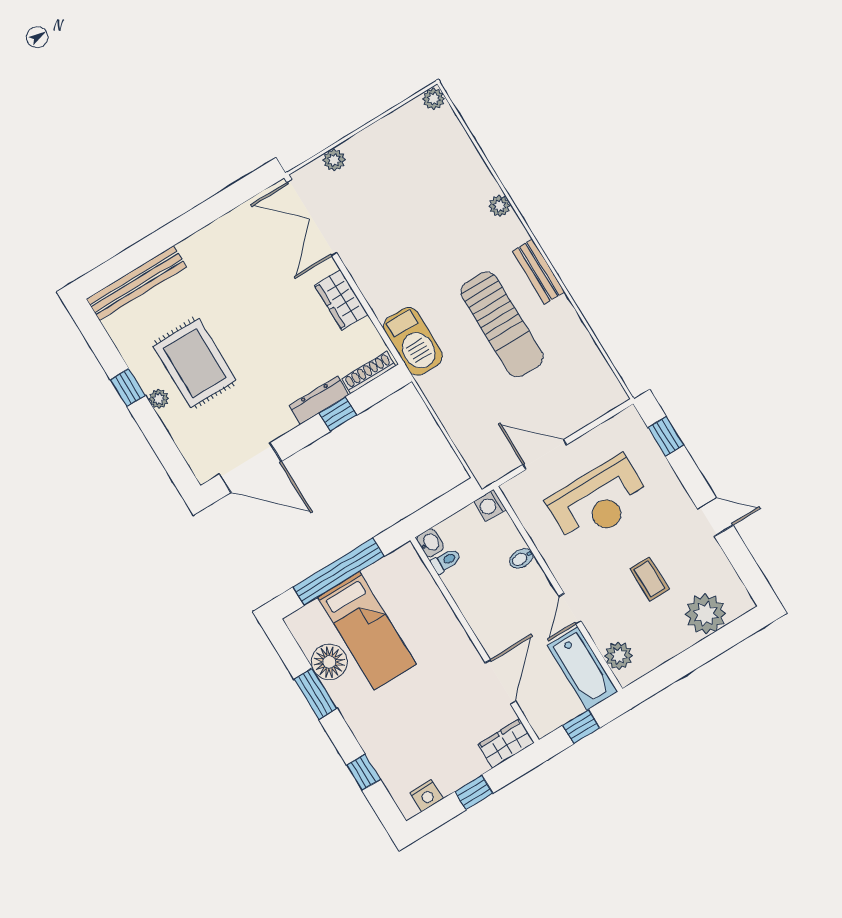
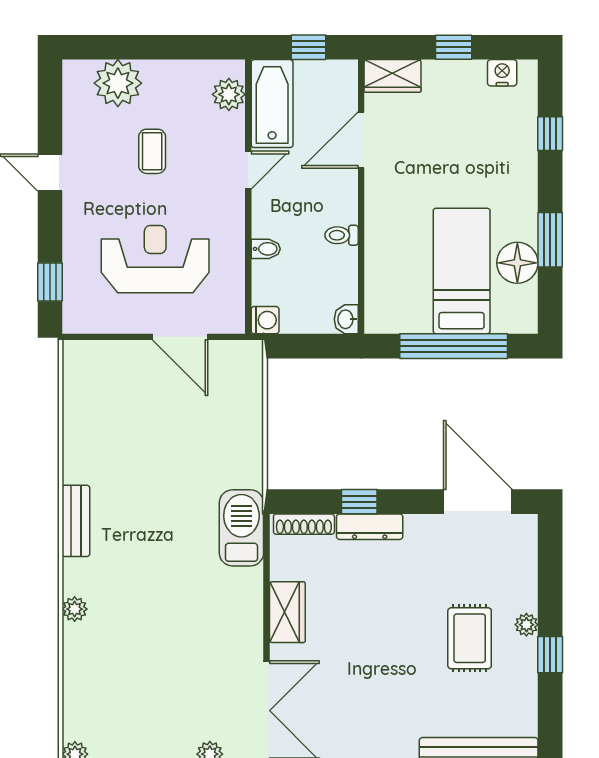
sun lounger: (502, 324) -> (144, 491), removed
rug: (195, 363) -> (470, 638), width x0.73, depth x0.70
toilet: (446, 561) -> (342, 235), moved

